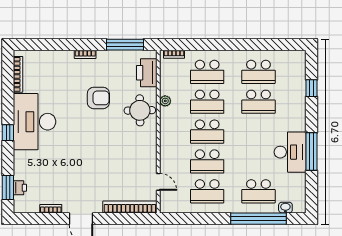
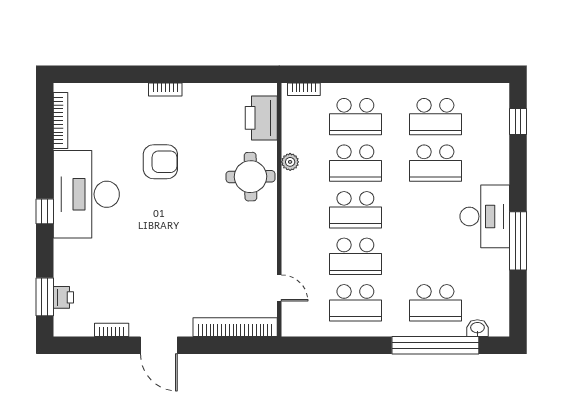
window: (125, 45) -> (227, 74), removed
window: (311, 88) -> (518, 122), moved
armchair: (98, 98) -> (160, 162), moved
desk: (290, 152) -> (485, 216), moved

